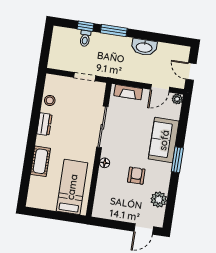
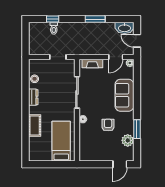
window: (114, 31) -> (95, 19), moved
washbasin: (144, 47) -> (124, 28), moved
window: (177, 160) -> (137, 129), moved

